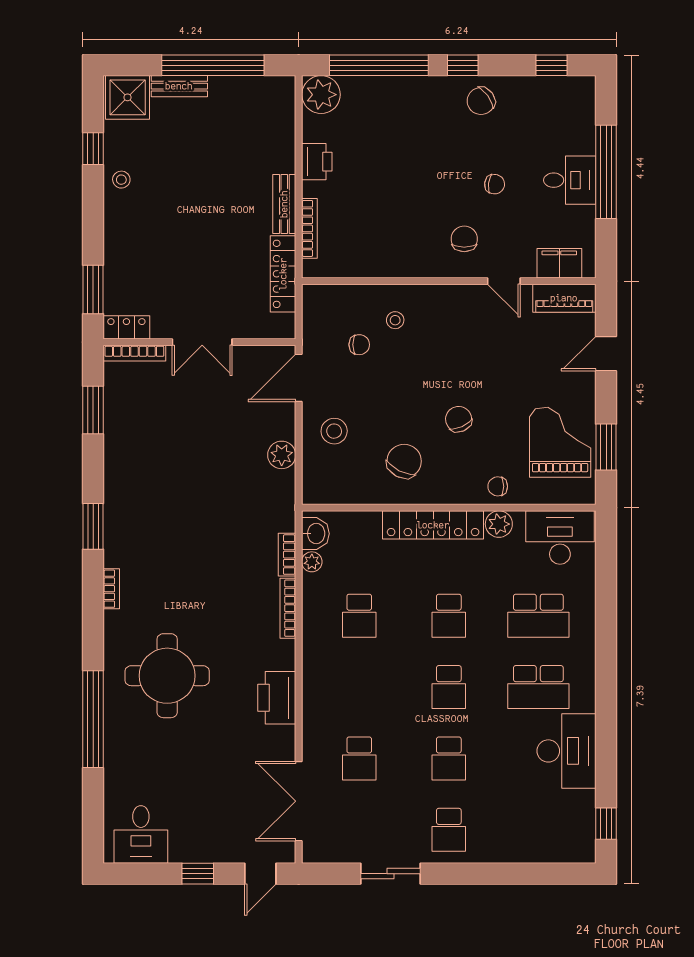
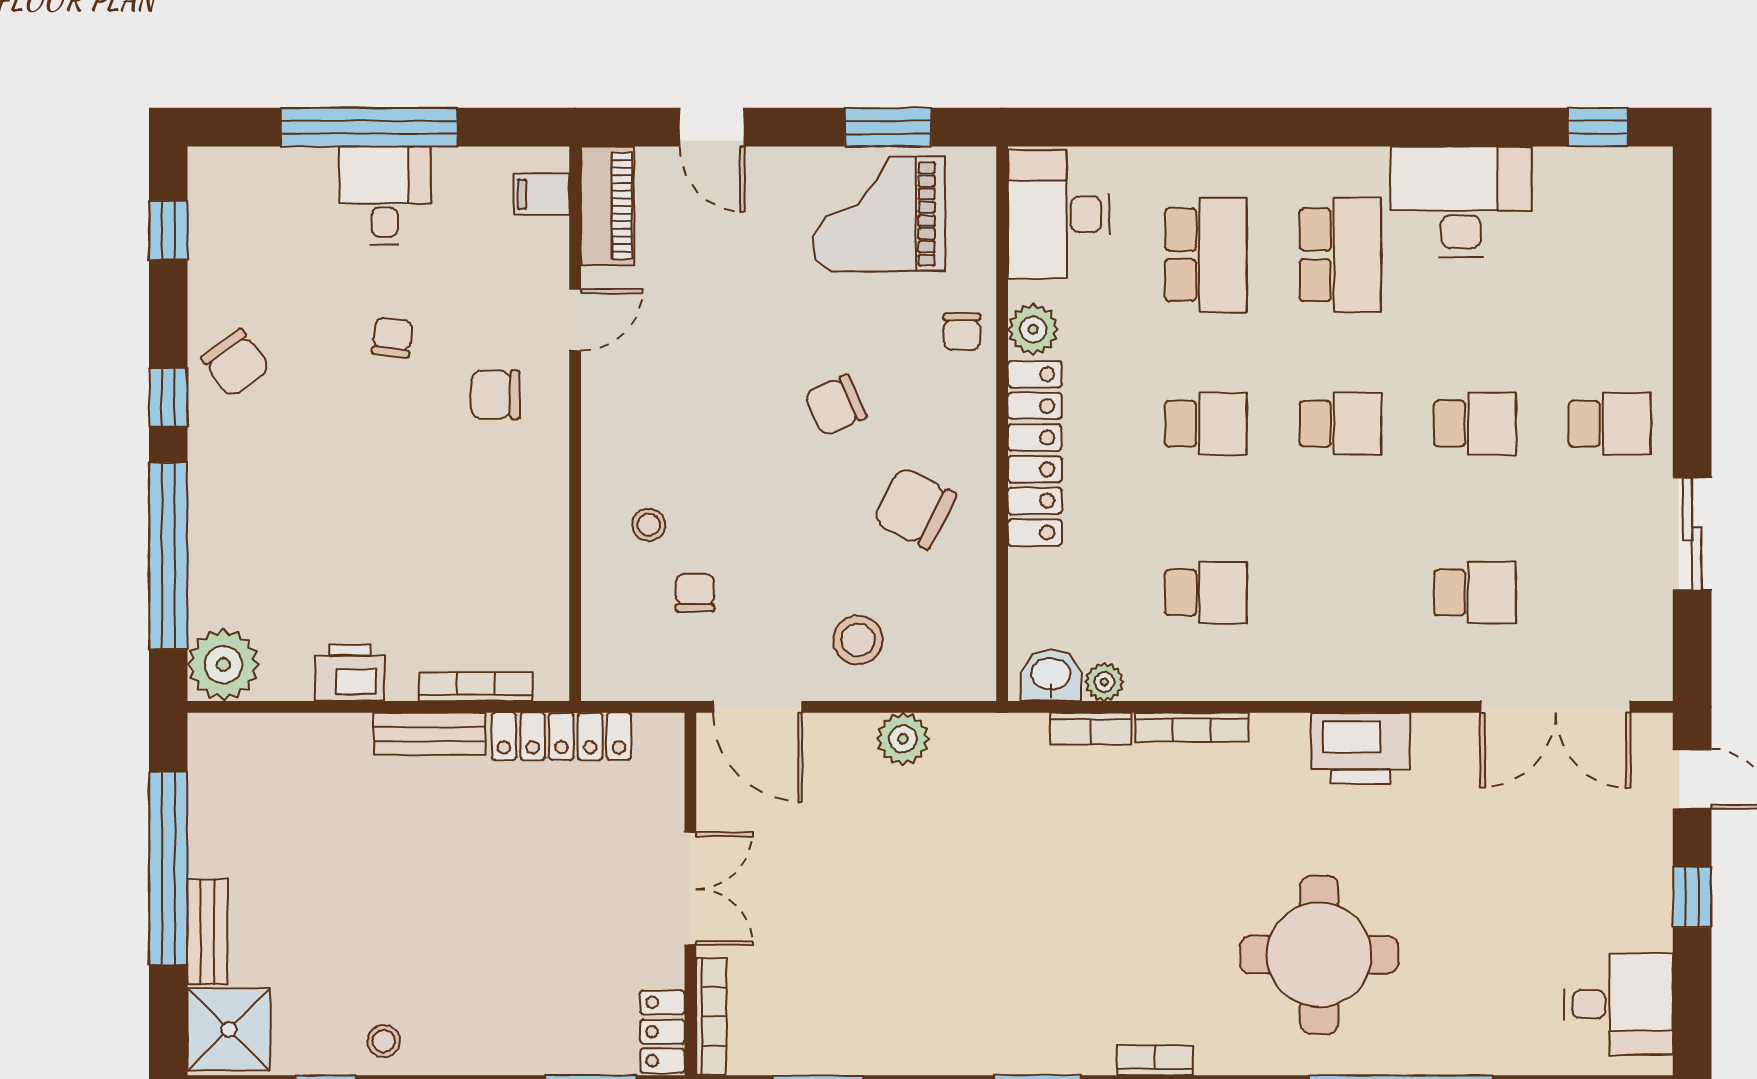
filing cabinet: (559, 263) -> (541, 194), width x0.50

